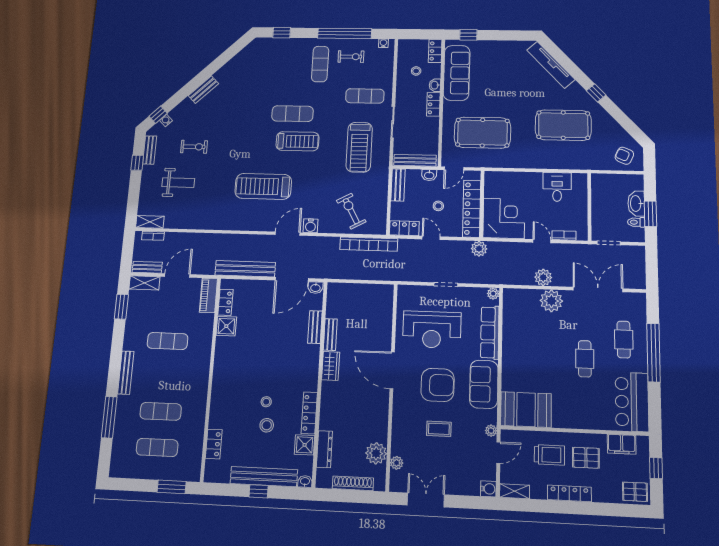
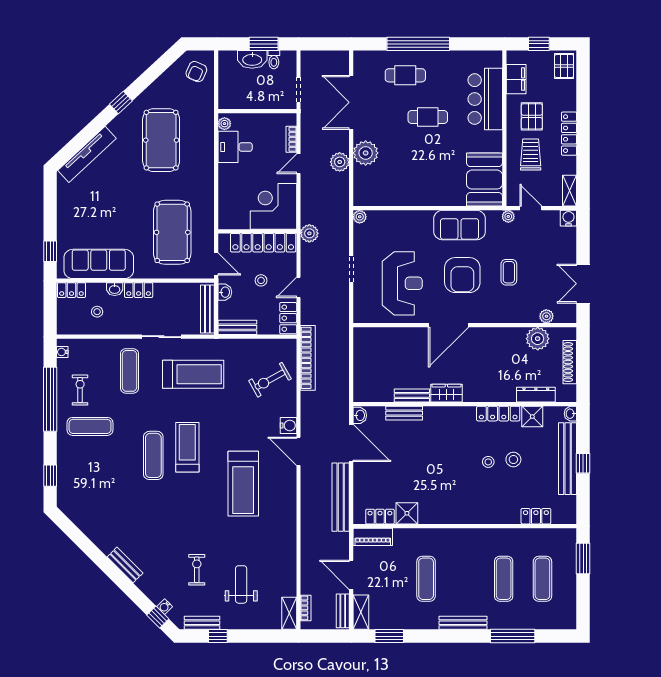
plant: (578, 178) -> (224, 124), added
row of seats: (490, 333) -> (403, 220), removed
armchair: (438, 385) -> (462, 275), turned 180
bar counter: (632, 402) -> (485, 99), moved, turned 90

